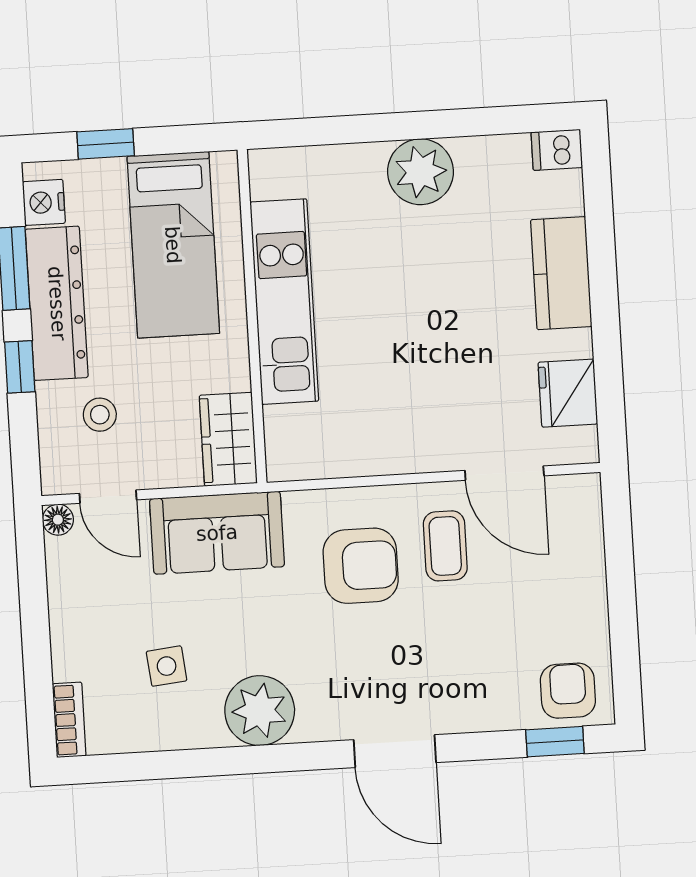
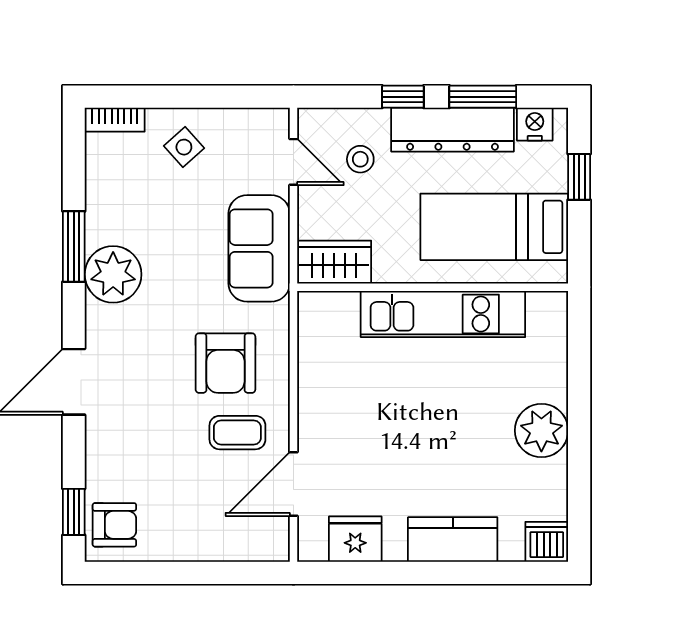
dishwasher: (557, 150) -> (547, 542), width x1.38
door: (108, 497) -> (294, 162), swing flipped
floor lamp: (58, 520) -> (277, 120), removed
side table: (167, 666) -> (184, 147), moved, turned -36
window: (228, 761) -> (74, 247), added

